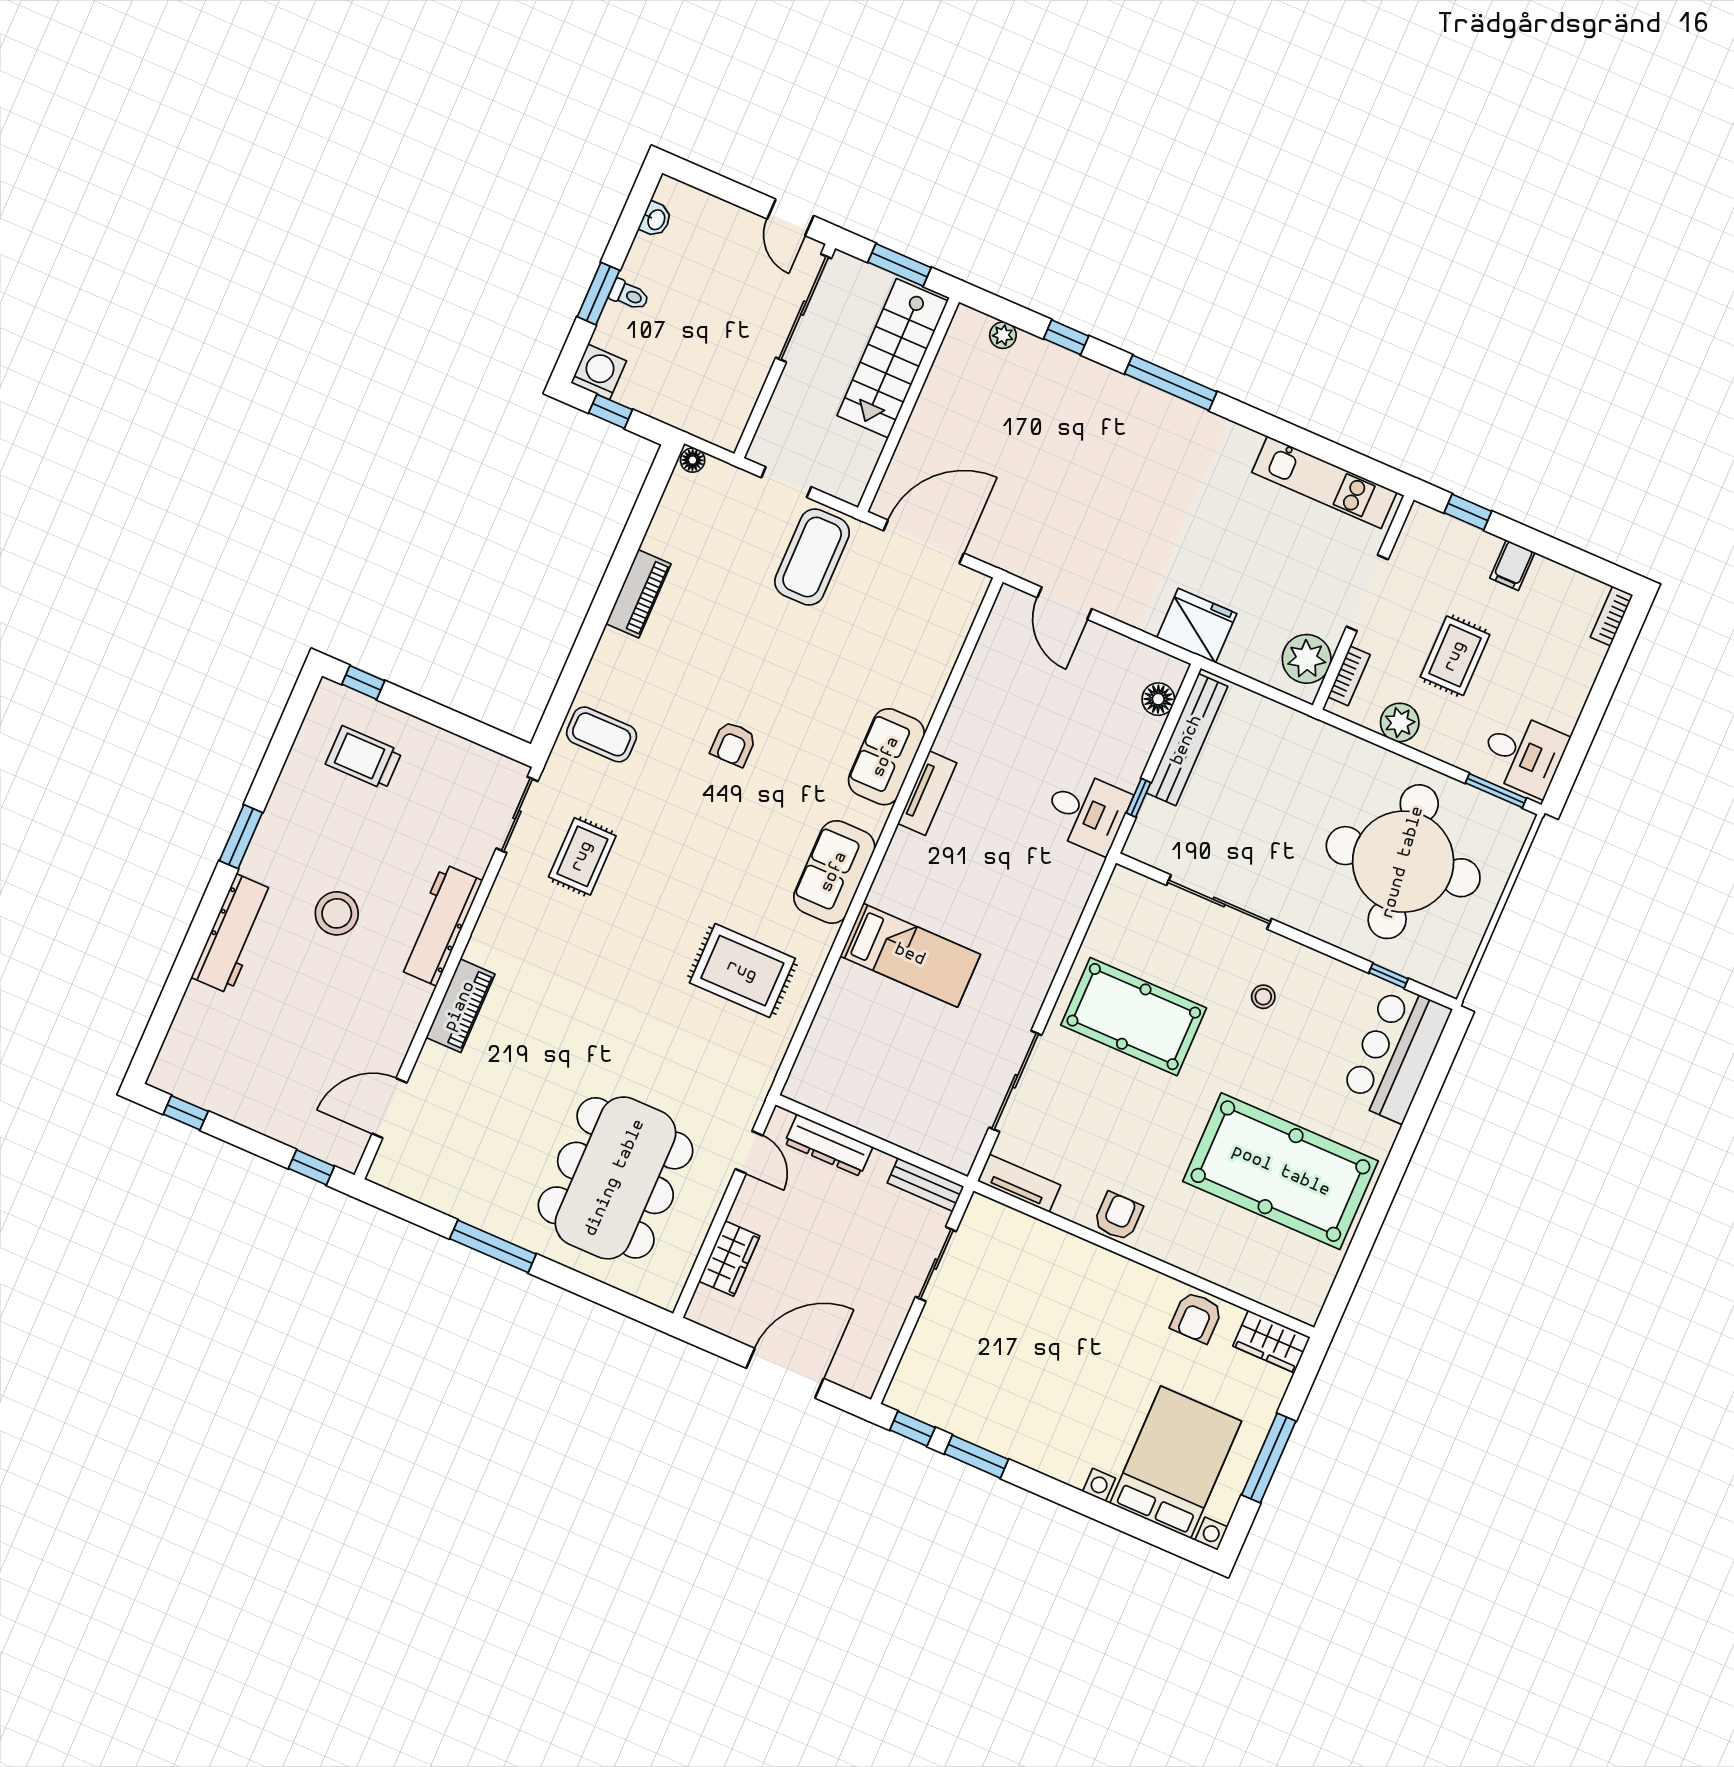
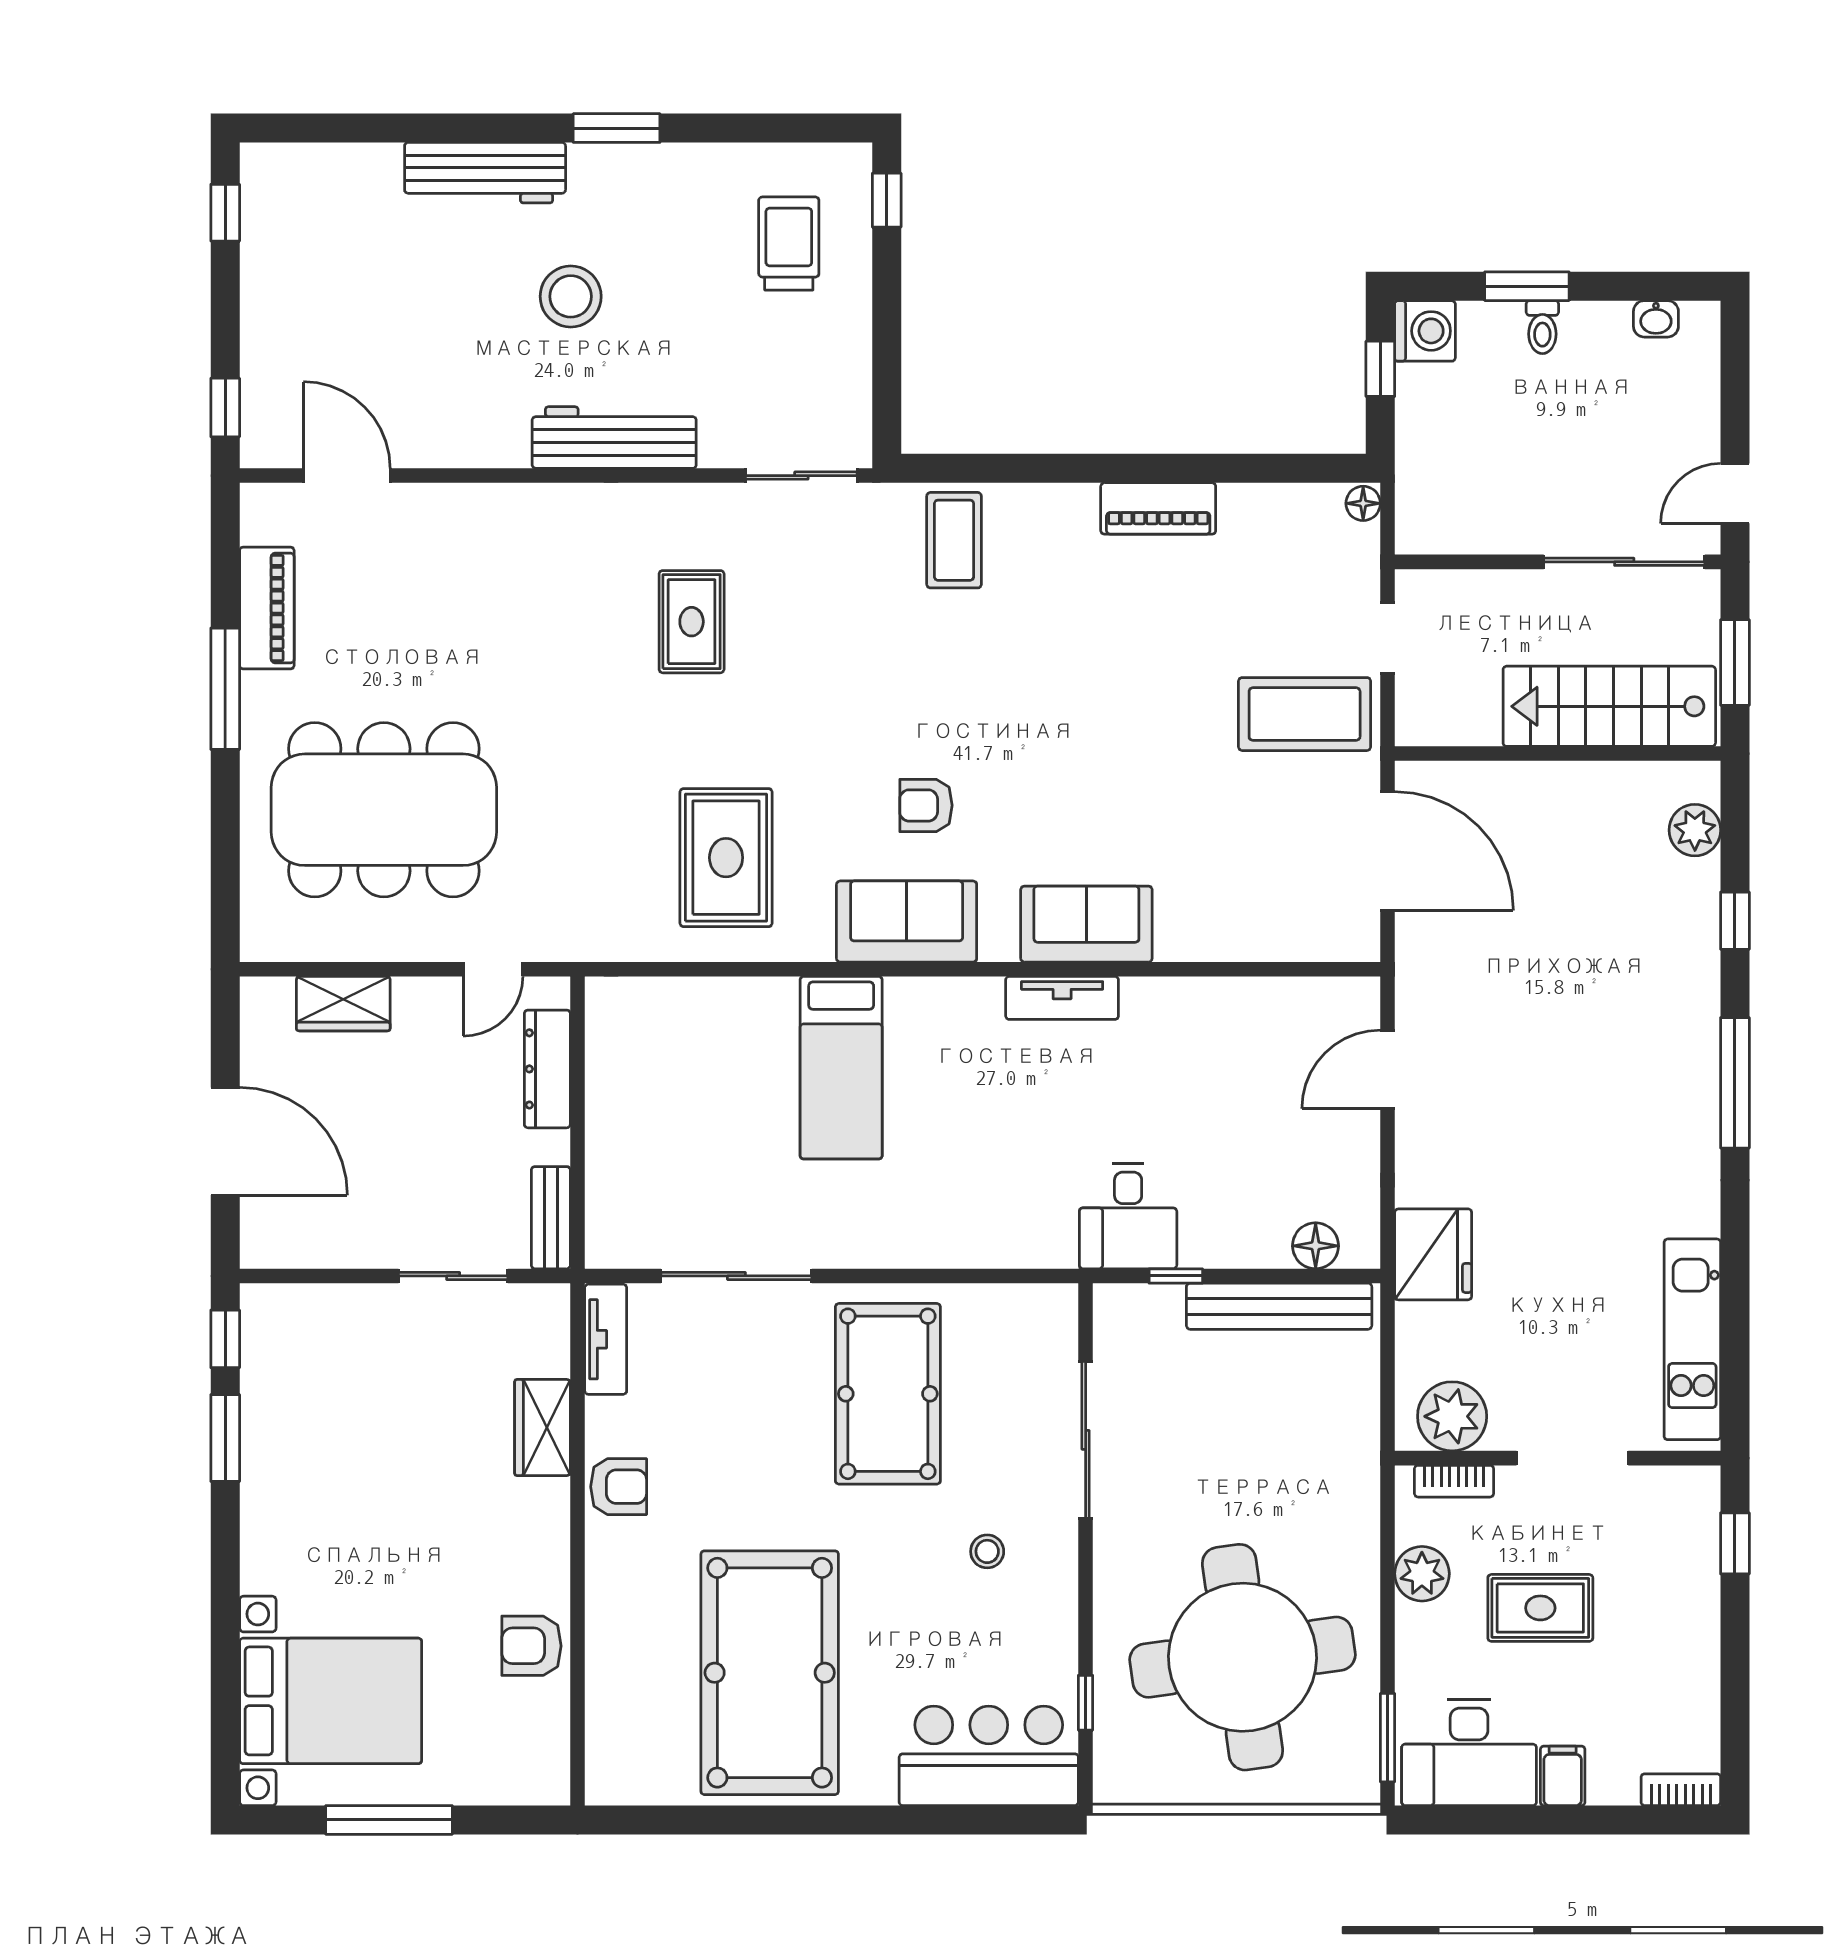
plant: (1003, 335) -> (1695, 830), width x1.38, depth x1.38
filing cabinet: (1512, 565) -> (1563, 1776), moved, turned 90
armchair: (733, 744) -> (926, 805), moved
desk: (1523, 754) -> (1469, 1753), width x1.37
rug: (582, 856) -> (692, 622), moved, turned 90
piano: (460, 1006) -> (267, 608), moved, turned -90
wardrobe: (1272, 1342) -> (542, 1428), moved

